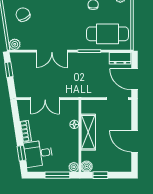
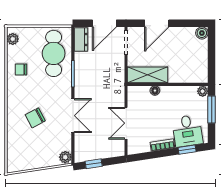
chair: (23, 15) -> (35, 118), moved
double door: (45, 99) -> (126, 123), swing flipped
shelving: (88, 132) -> (148, 75), moved
door: (134, 141) -> (157, 23), moved
boiler: (87, 166) -> (202, 33), moved
window: (100, 175) -> (212, 61), removed

